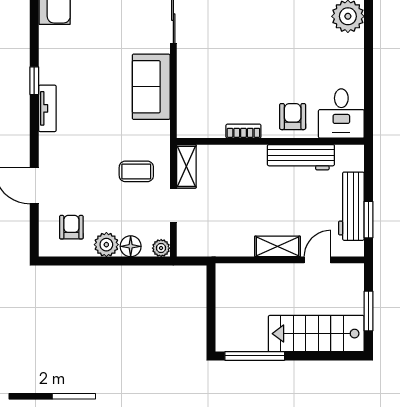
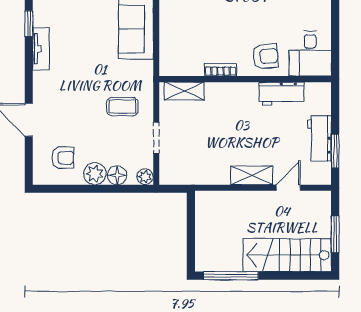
armchair: (293, 117) -> (266, 56), turned 85
workbench: (301, 157) -> (282, 94), width x0.73
shelving: (186, 166) -> (184, 91), moved, turned 90
workbench: (351, 206) -> (319, 138), width x0.73
armchair: (71, 227) -> (63, 158), turned 90

